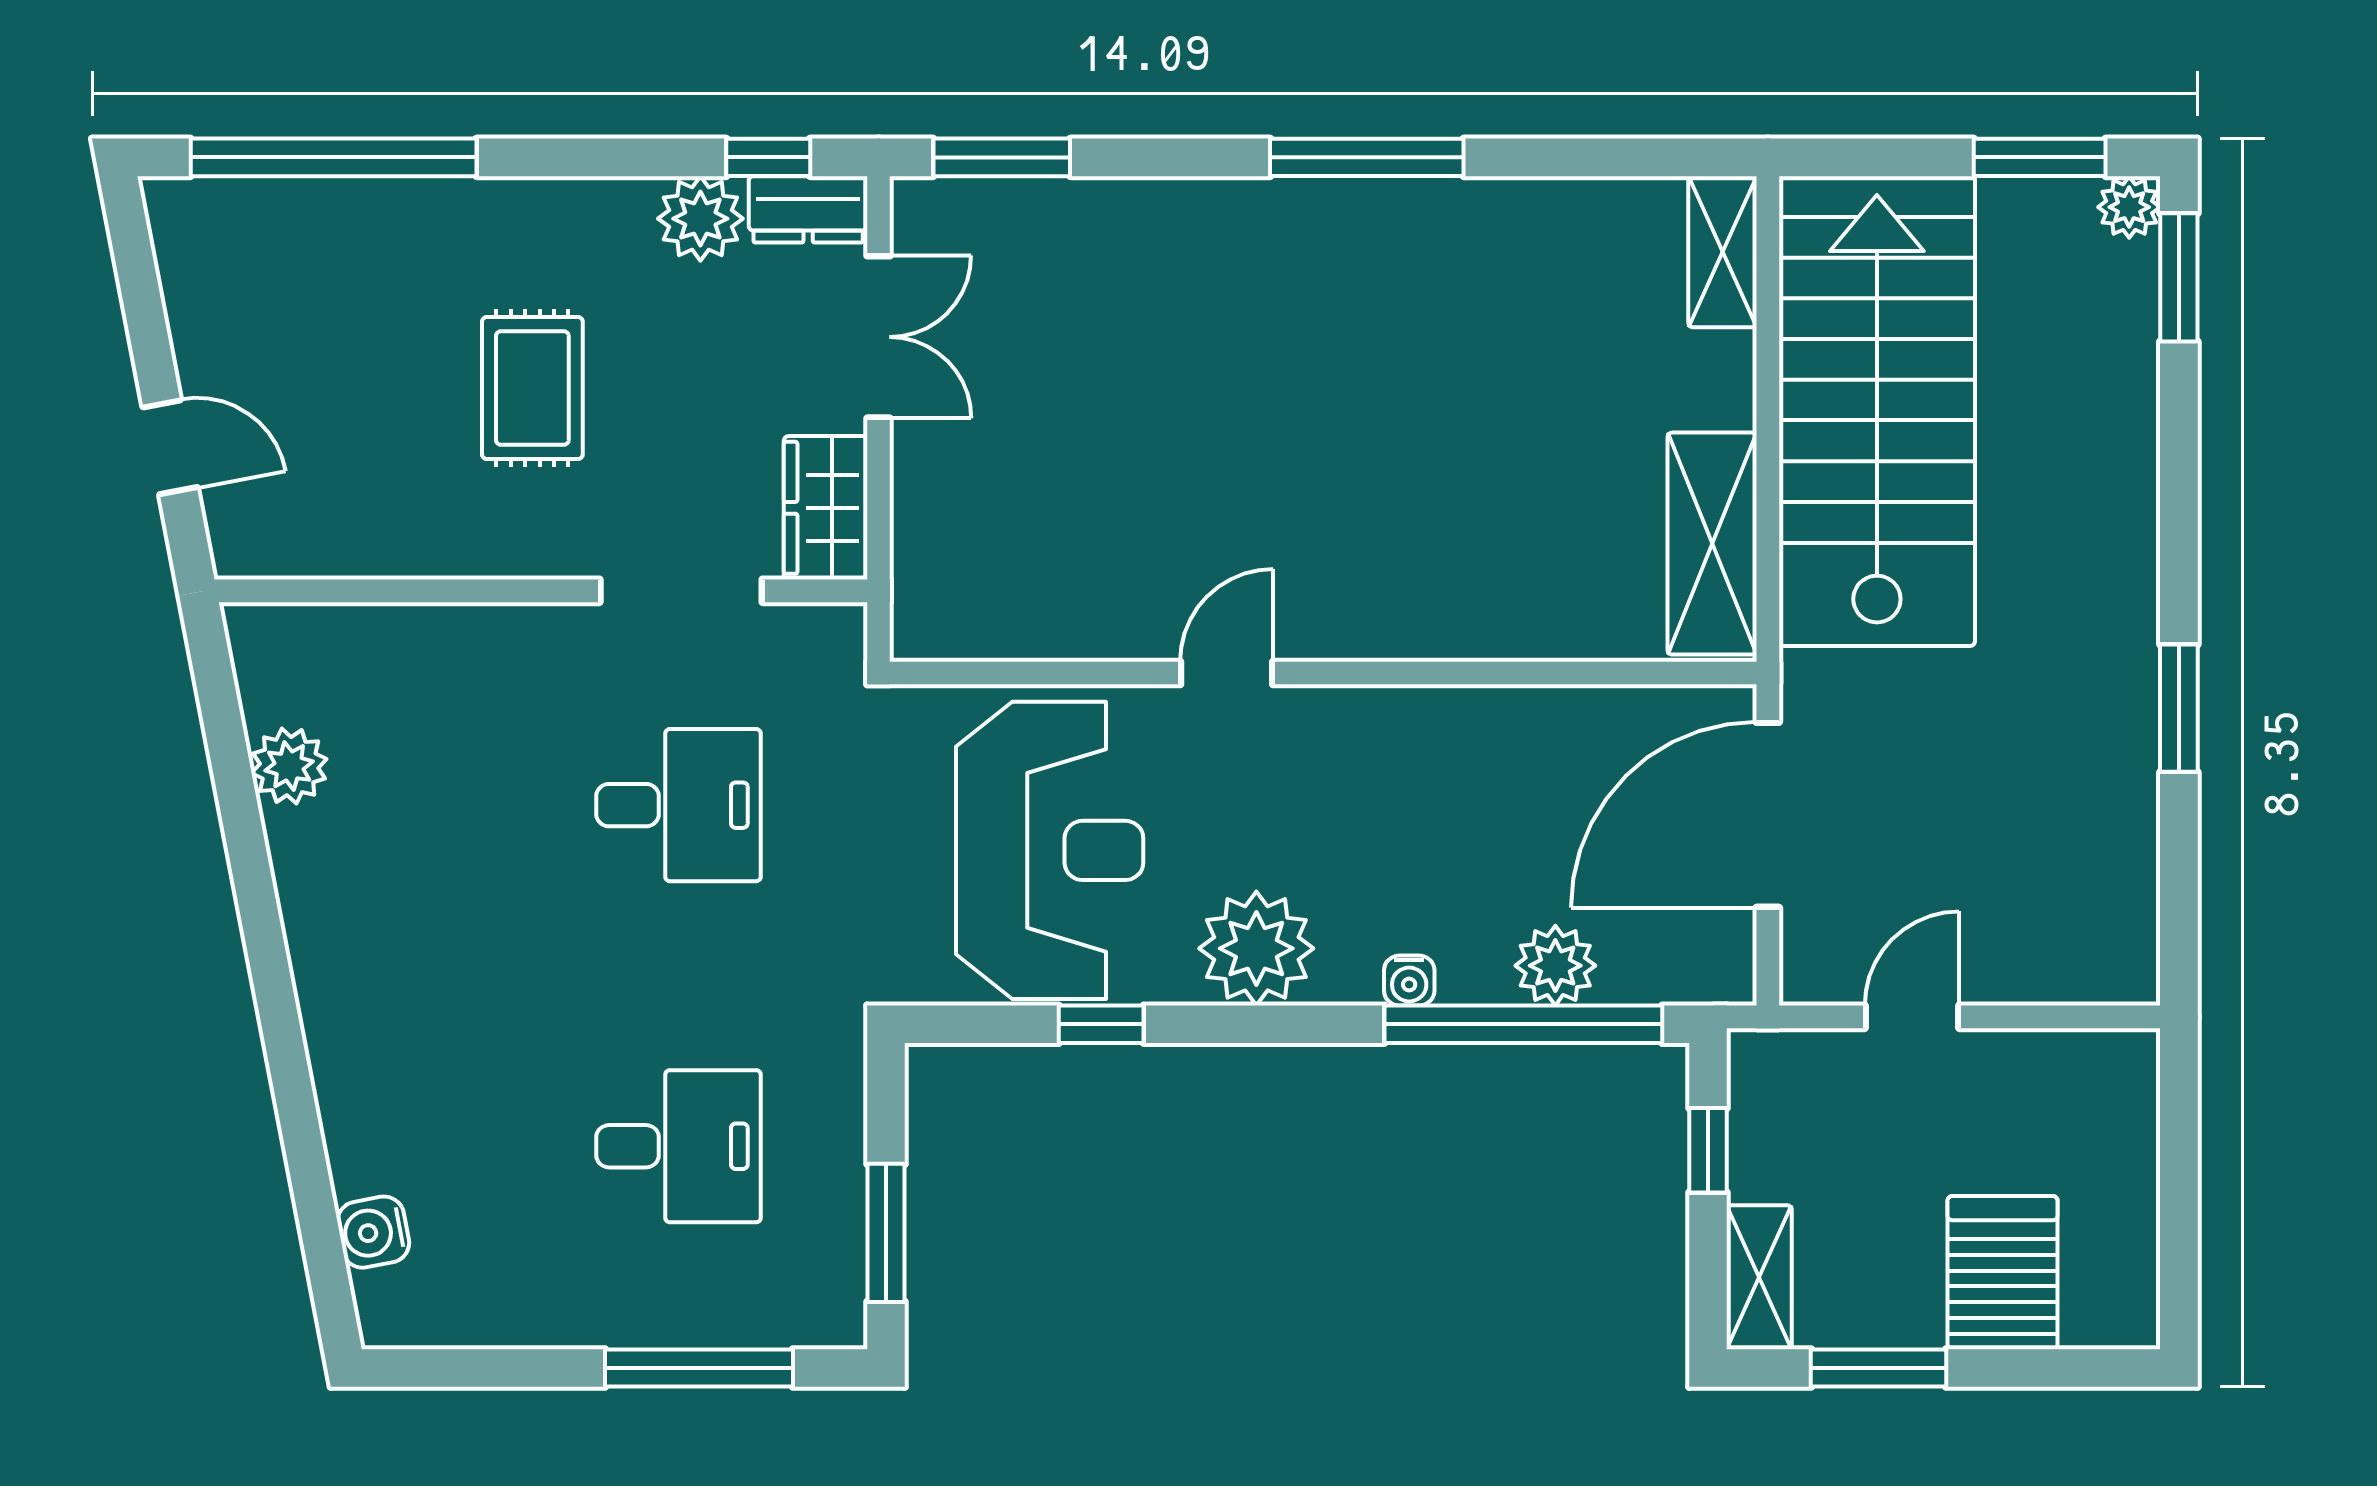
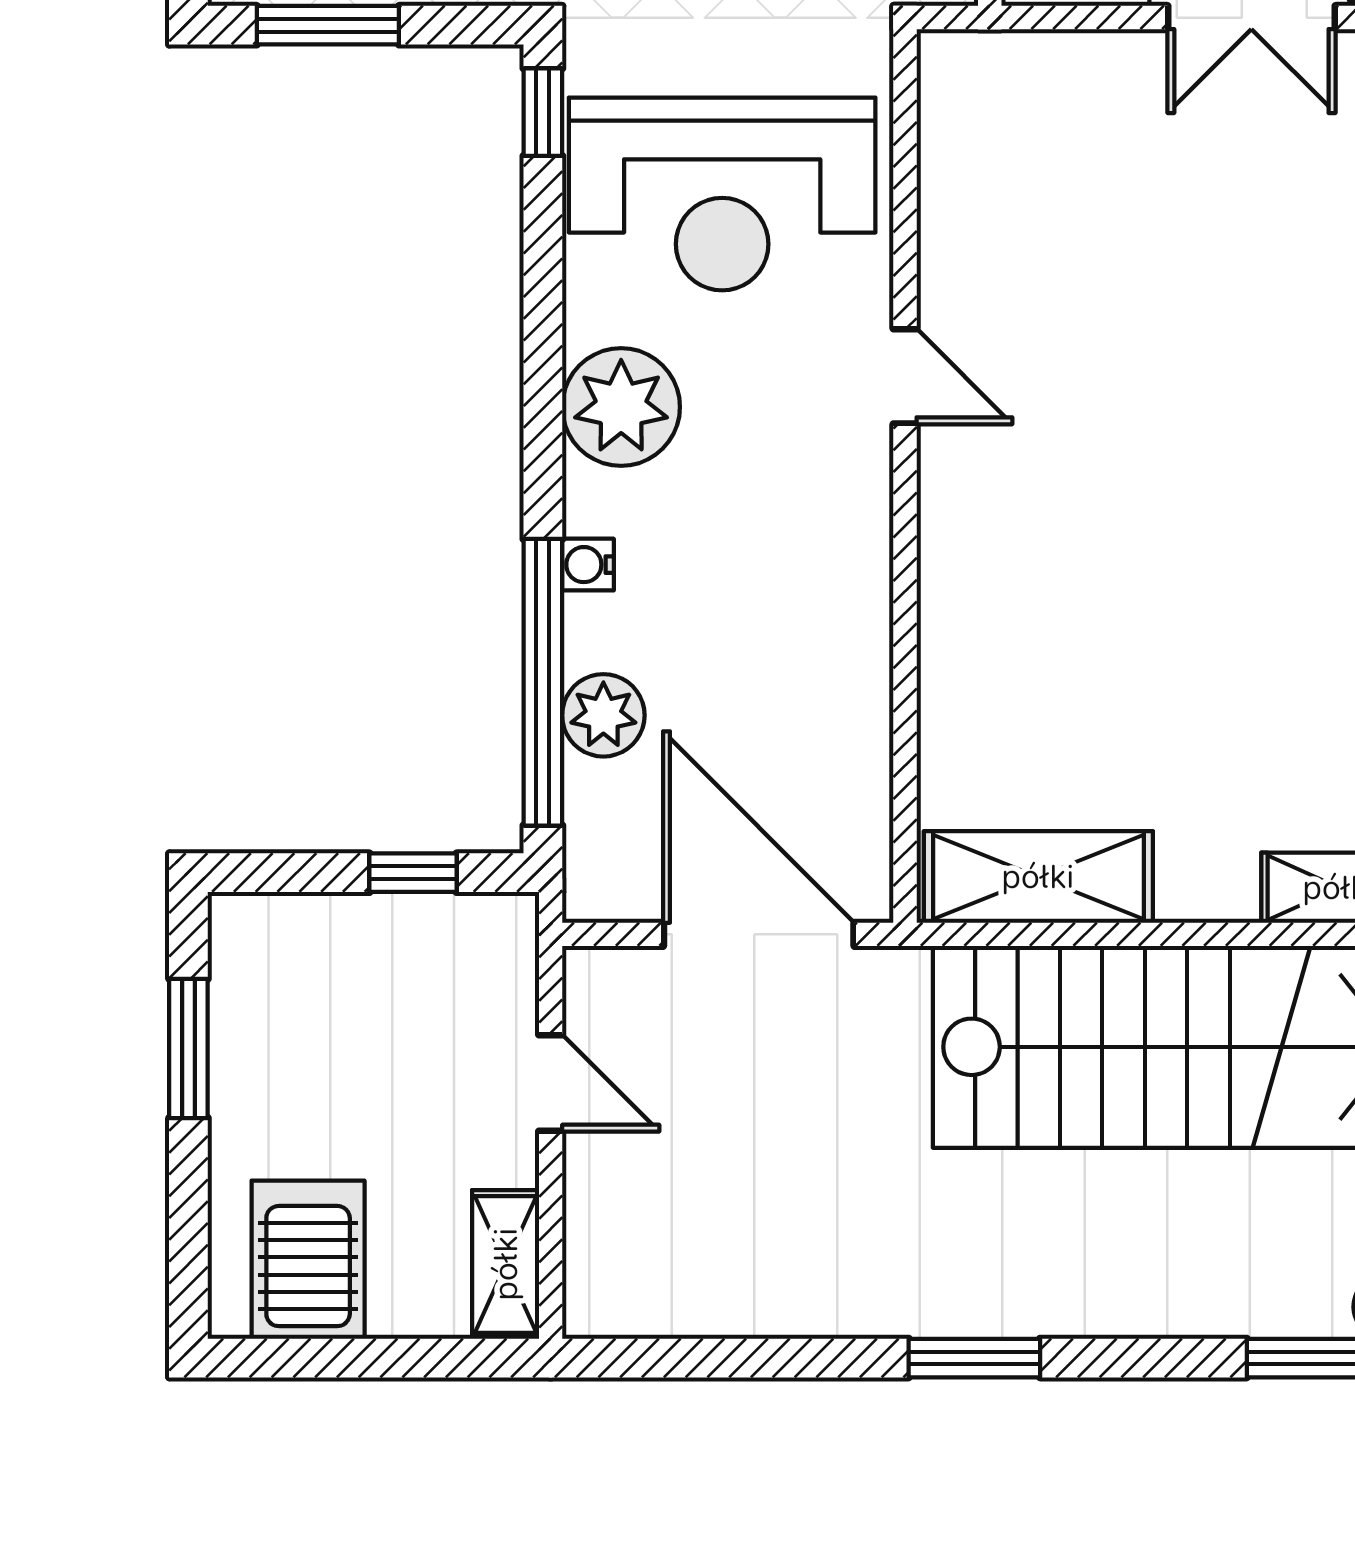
window: (2179, 708) -> (974, 1358), moved
window: (1101, 1024) -> (543, 112), moved
server rack: (2003, 1273) -> (308, 1260), moved, turned -90
shelving: (1759, 1277) -> (506, 1264), moved, turned 90

